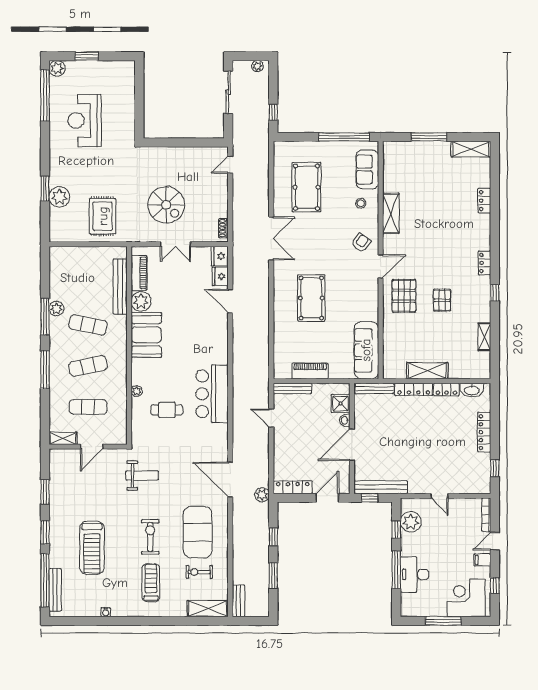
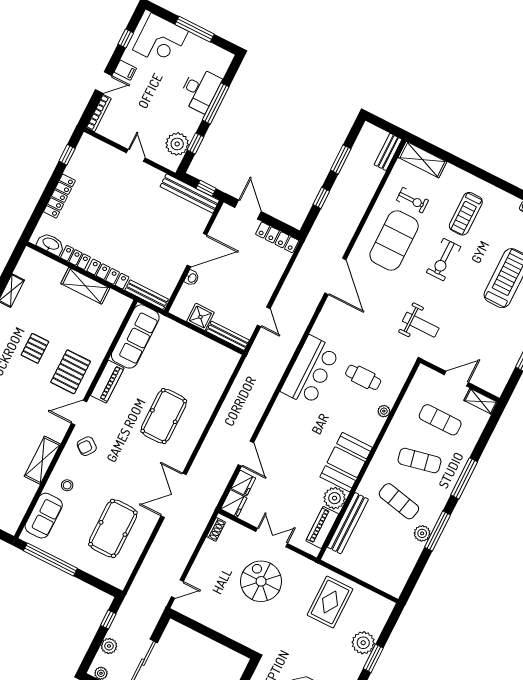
piano: (310, 371) -> (107, 382), moved, turned -90
shower: (341, 403) -> (200, 317), moved
weight bench: (142, 475) -> (421, 325), turned 180
plant: (262, 495) -> (109, 646), moved
door: (327, 498) -> (248, 210), swing flipped

